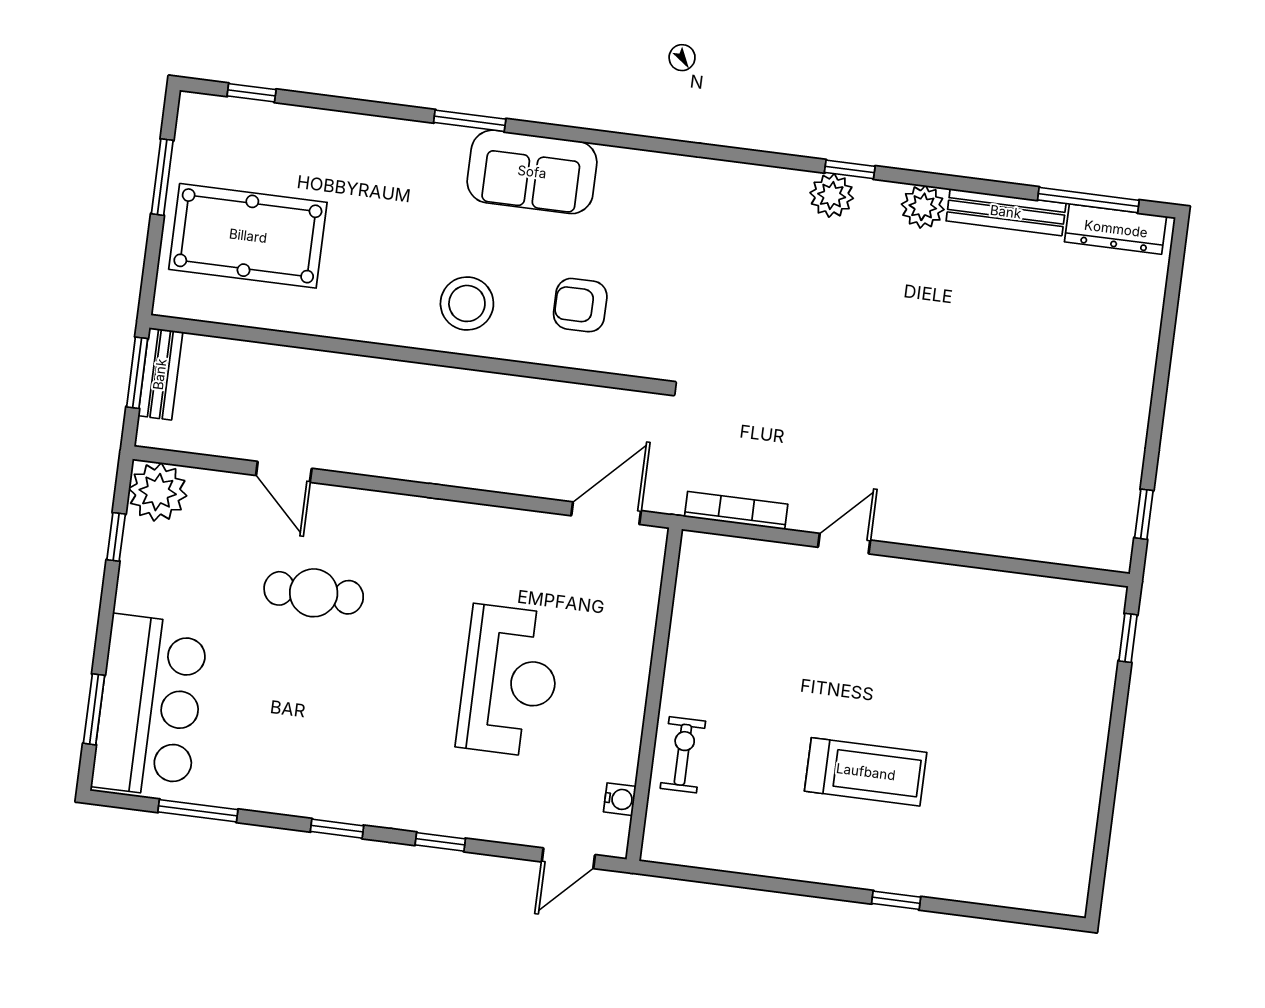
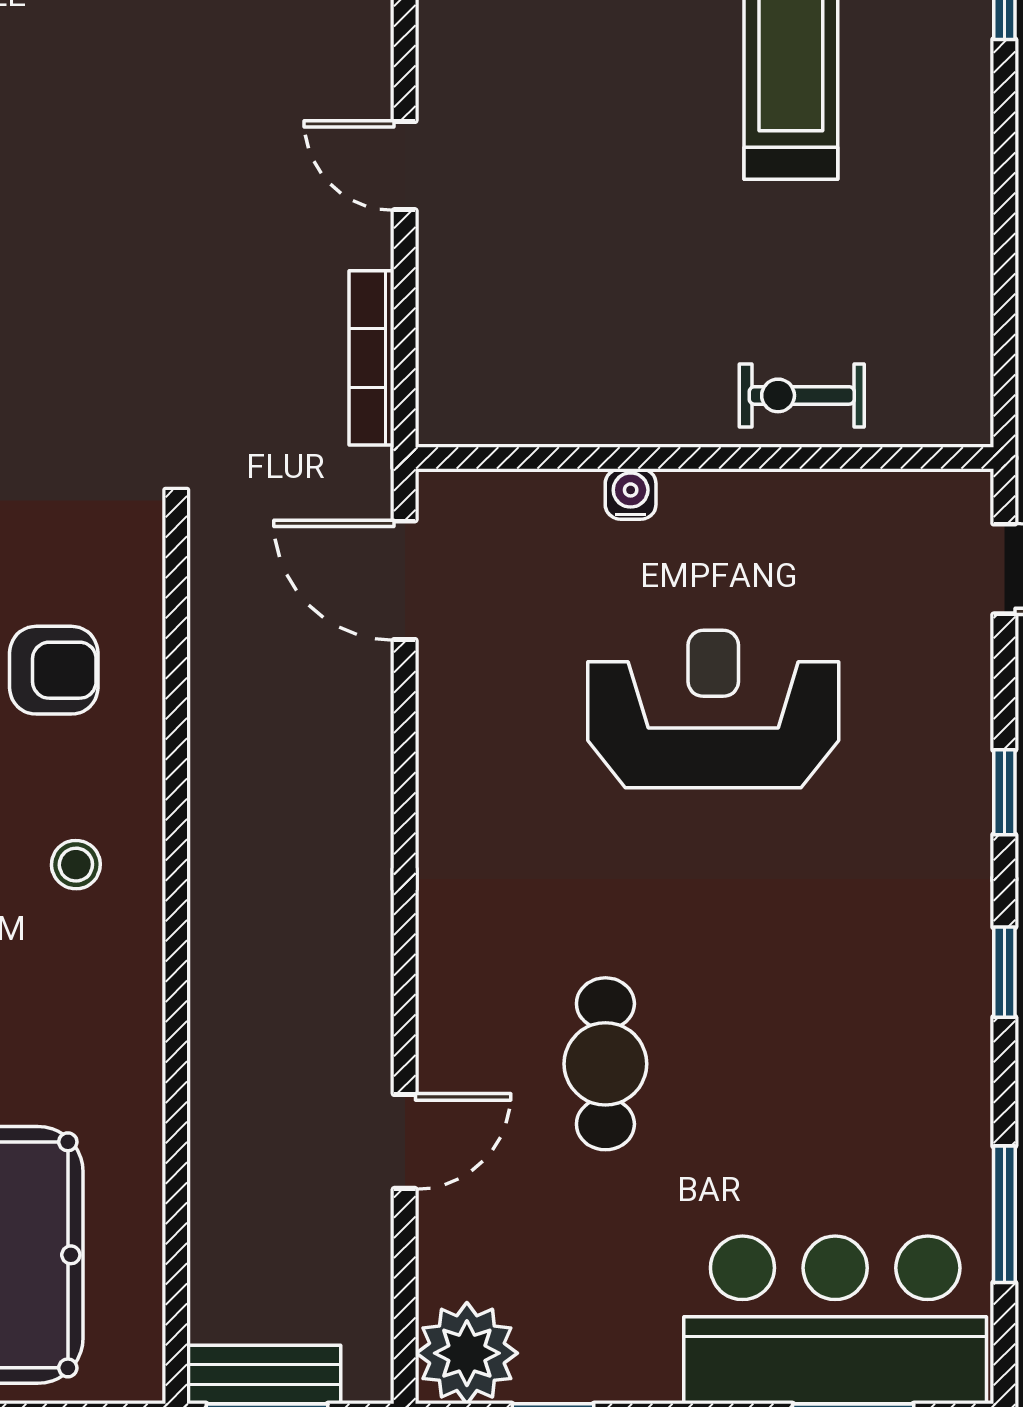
stool: (467, 303) -> (76, 865), width x0.53, depth x0.53
armchair: (580, 305) -> (54, 670), turned -90
water cooler: (620, 799) -> (631, 494), moved

